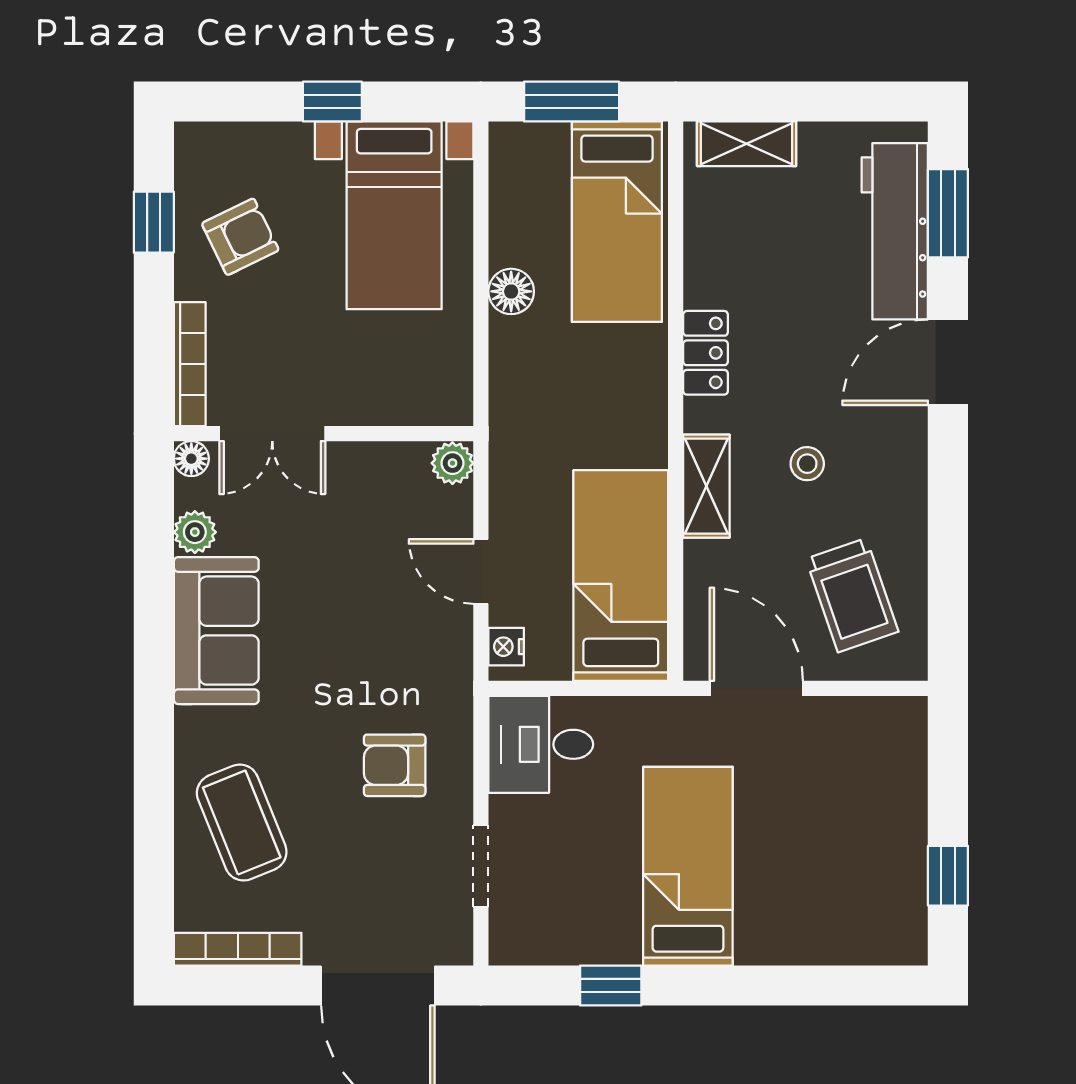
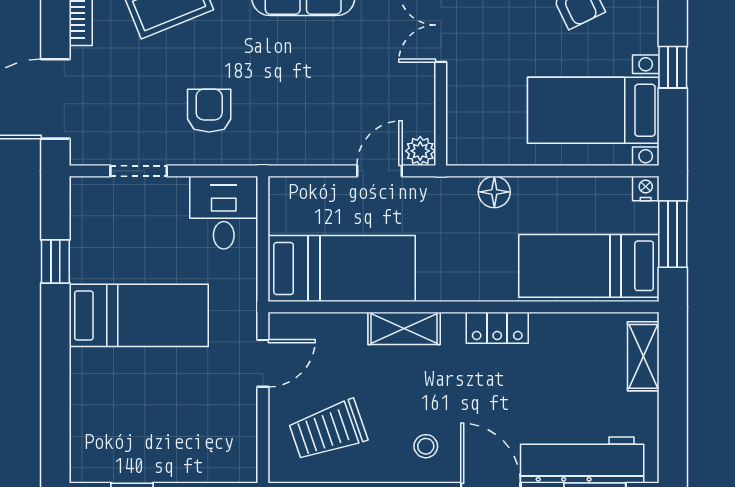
floor lamp: (511, 291) -> (494, 192), moved
stool: (807, 464) -> (426, 446), moved
door: (481, 571) -> (380, 171), moved
nightstand: (506, 647) -> (646, 188), moved
door: (756, 688) -> (263, 363), width x0.73

